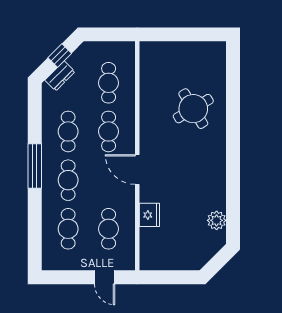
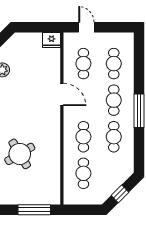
window: (174, 34) -> (34, 210), added
dresser: (60, 76) -> (120, 178), removed
door: (137, 170) -> (62, 95), moved
fridge: (149, 215) -> (51, 40), moved, turned -90

